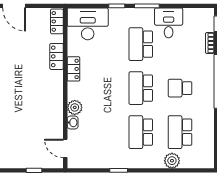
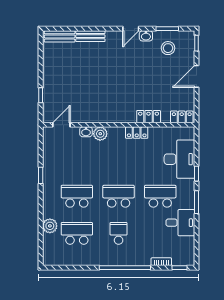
desk: (88, 24) -> (179, 159), moved

